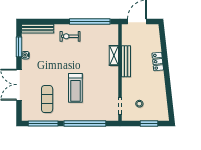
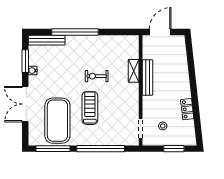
window: (90, 21) -> (75, 32), moved
exercise bike: (70, 36) -> (97, 76), moved
locker: (158, 61) -> (187, 109), moved
treadmill: (75, 88) -> (90, 108), turned 180
exercise mat: (47, 99) -> (57, 121), width x2.00, depth x1.45

